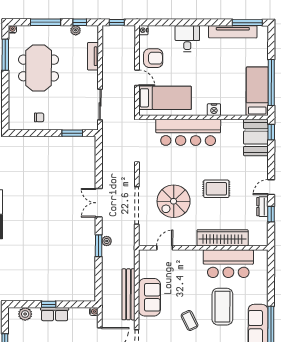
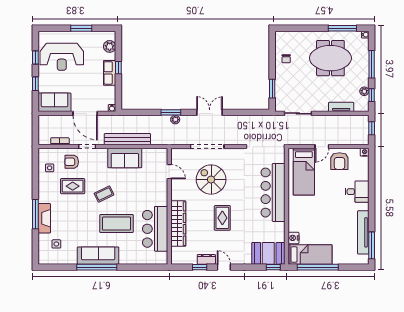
nightstand: (214, 110) -> (293, 238), moved

